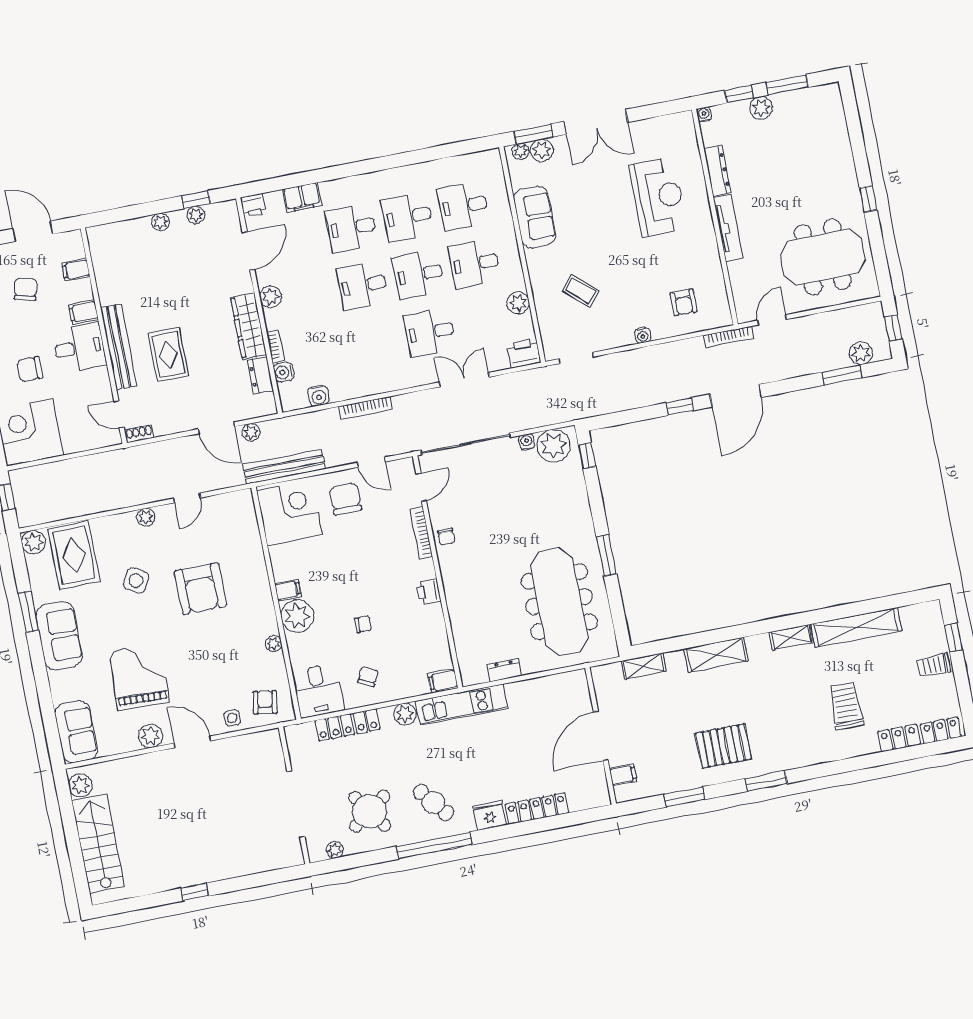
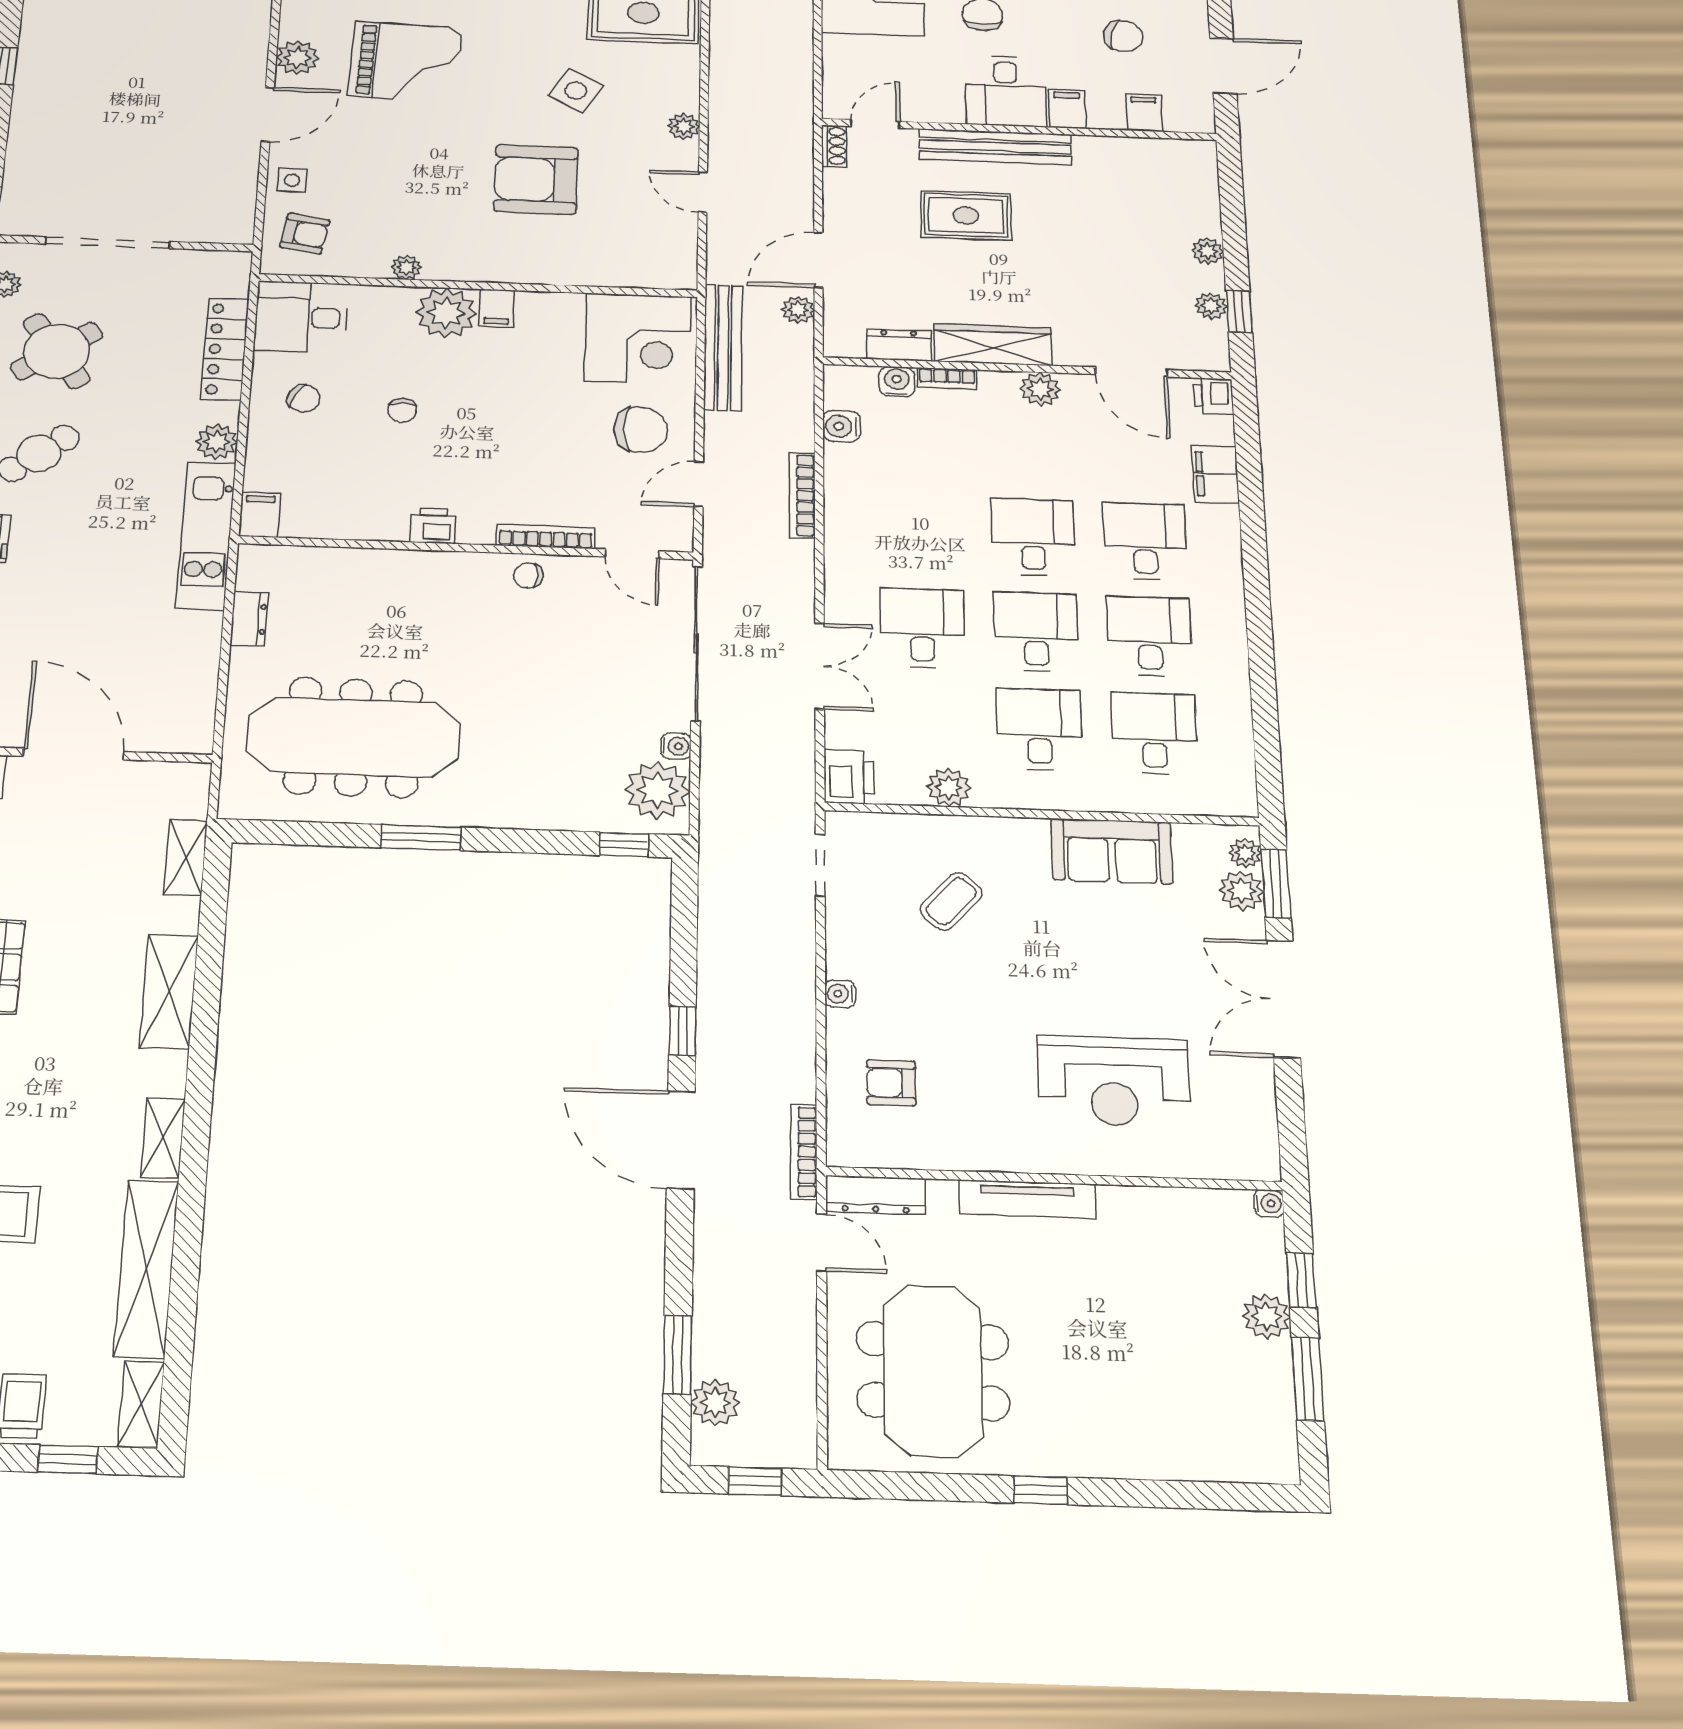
dresser: (717, 171) -> (875, 1195), moved
shelving: (921, 612) -> (141, 1404), added

